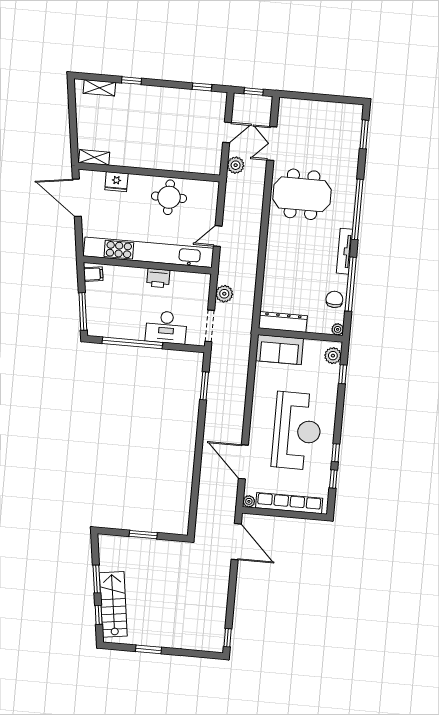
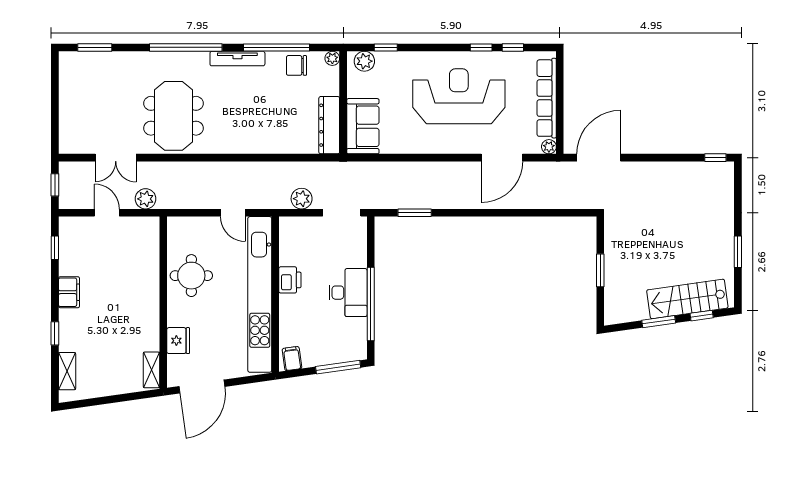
filing cabinet: (164, 95) -> (69, 292), added
desk: (166, 327) -> (348, 293), moved

